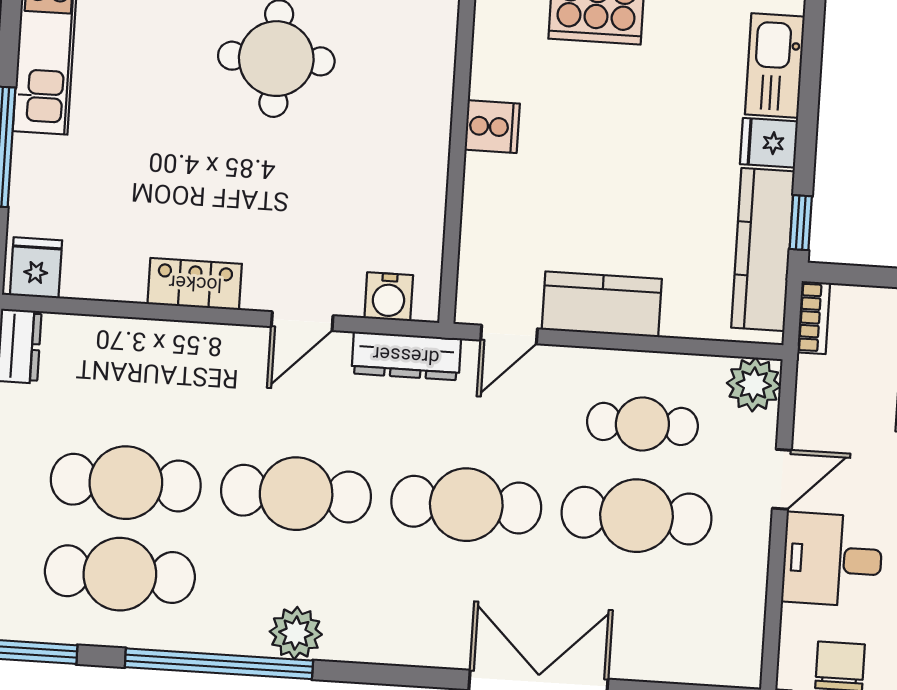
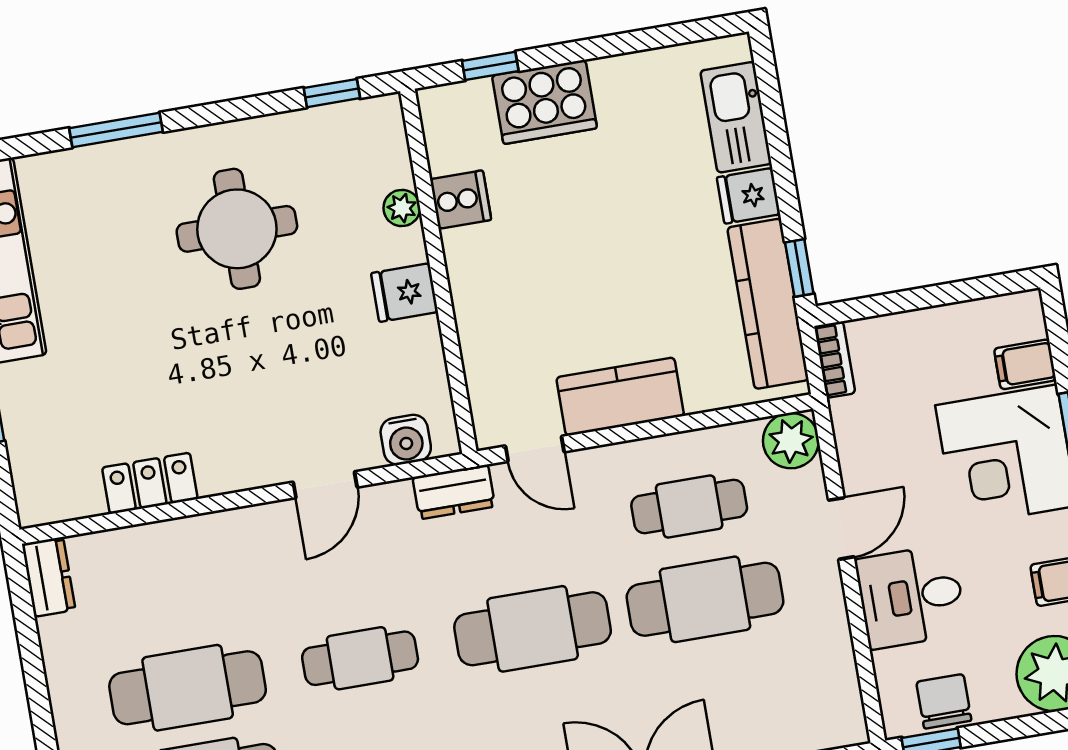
plant: (437, 76) -> (402, 208), added
cooker: (492, 127) -> (461, 200), moved
fridge: (36, 268) -> (405, 293), moved, turned -90
locker: (195, 284) -> (150, 483), moved
door: (509, 335) -> (535, 449), hinge flipped
dresser: (406, 356) -> (454, 492), width x0.70
cafe table: (296, 494) -> (360, 658), width x0.73, depth x0.74

